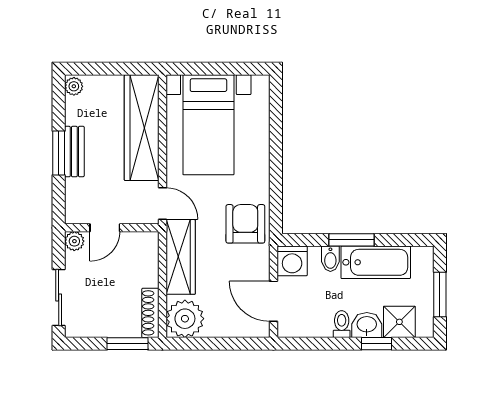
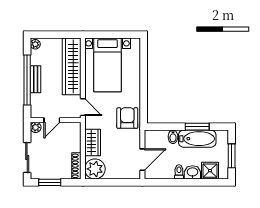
window: (59, 153) -> (27, 80), width x2.11
window: (352, 240) -> (197, 127), moved
wardrobe: (181, 257) -> (93, 143), width x0.67
washing machine: (292, 261) -> (152, 138), removed
door: (273, 301) -> (142, 160), swing flipped
window: (128, 344) -> (50, 182), moved
window: (376, 344) -> (198, 182), removed

